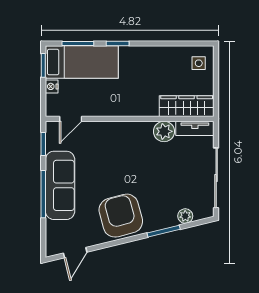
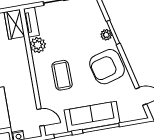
wardrobe: (187, 106) -> (14, 24), width x0.67
coffee table: (120, 156) -> (62, 75), added
plant: (185, 216) -> (106, 35), moved

